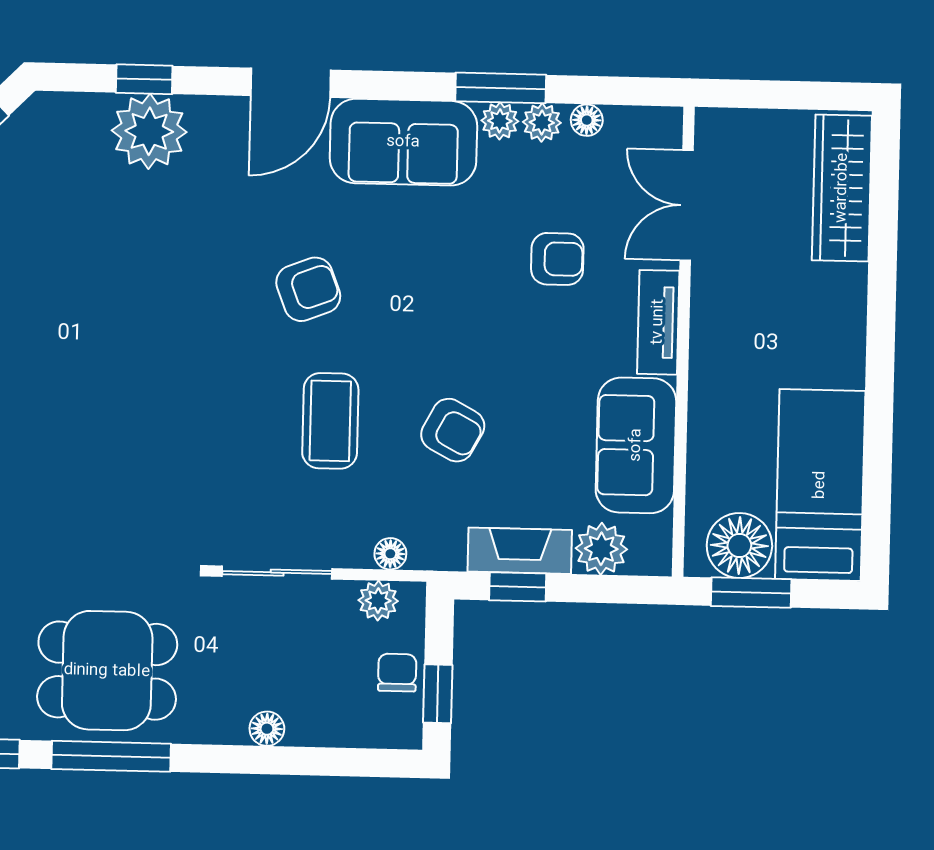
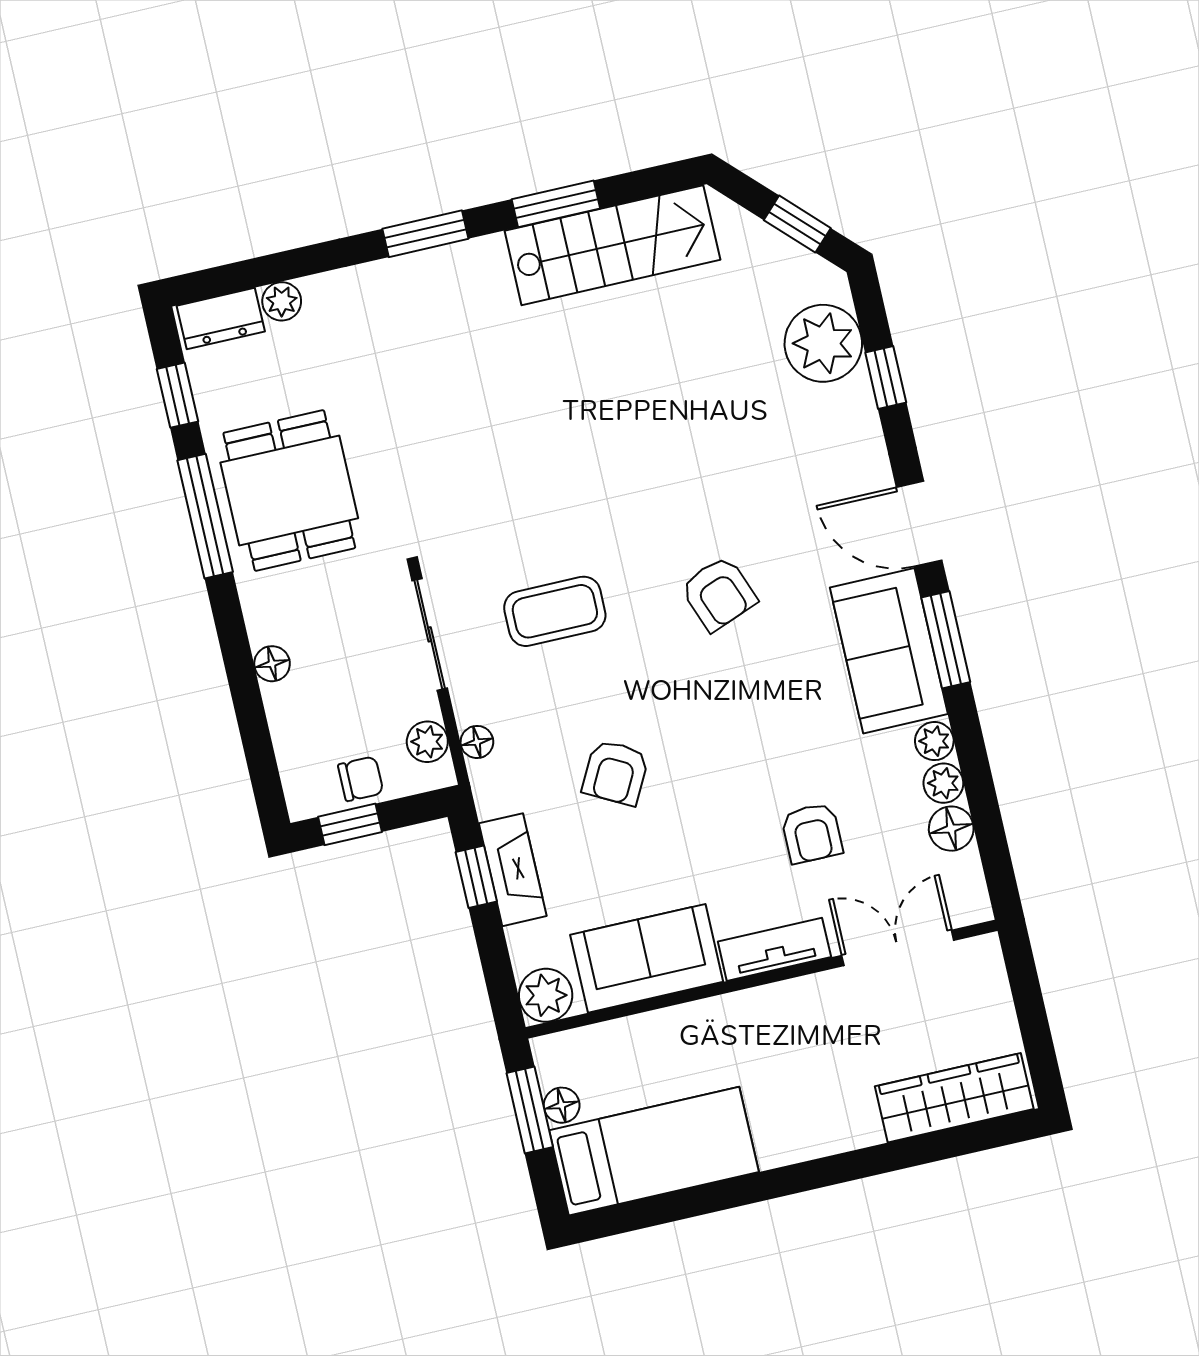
window: (501, 88) -> (946, 640), moved
floor lamp: (587, 120) -> (951, 829), width x1.37, depth x1.37
plant: (149, 131) -> (823, 343), moved
coffee table: (330, 421) -> (555, 611), moved
floor lamp: (739, 546) -> (562, 1105), width x0.53, depth x0.53
plant: (601, 549) -> (546, 995), moved

